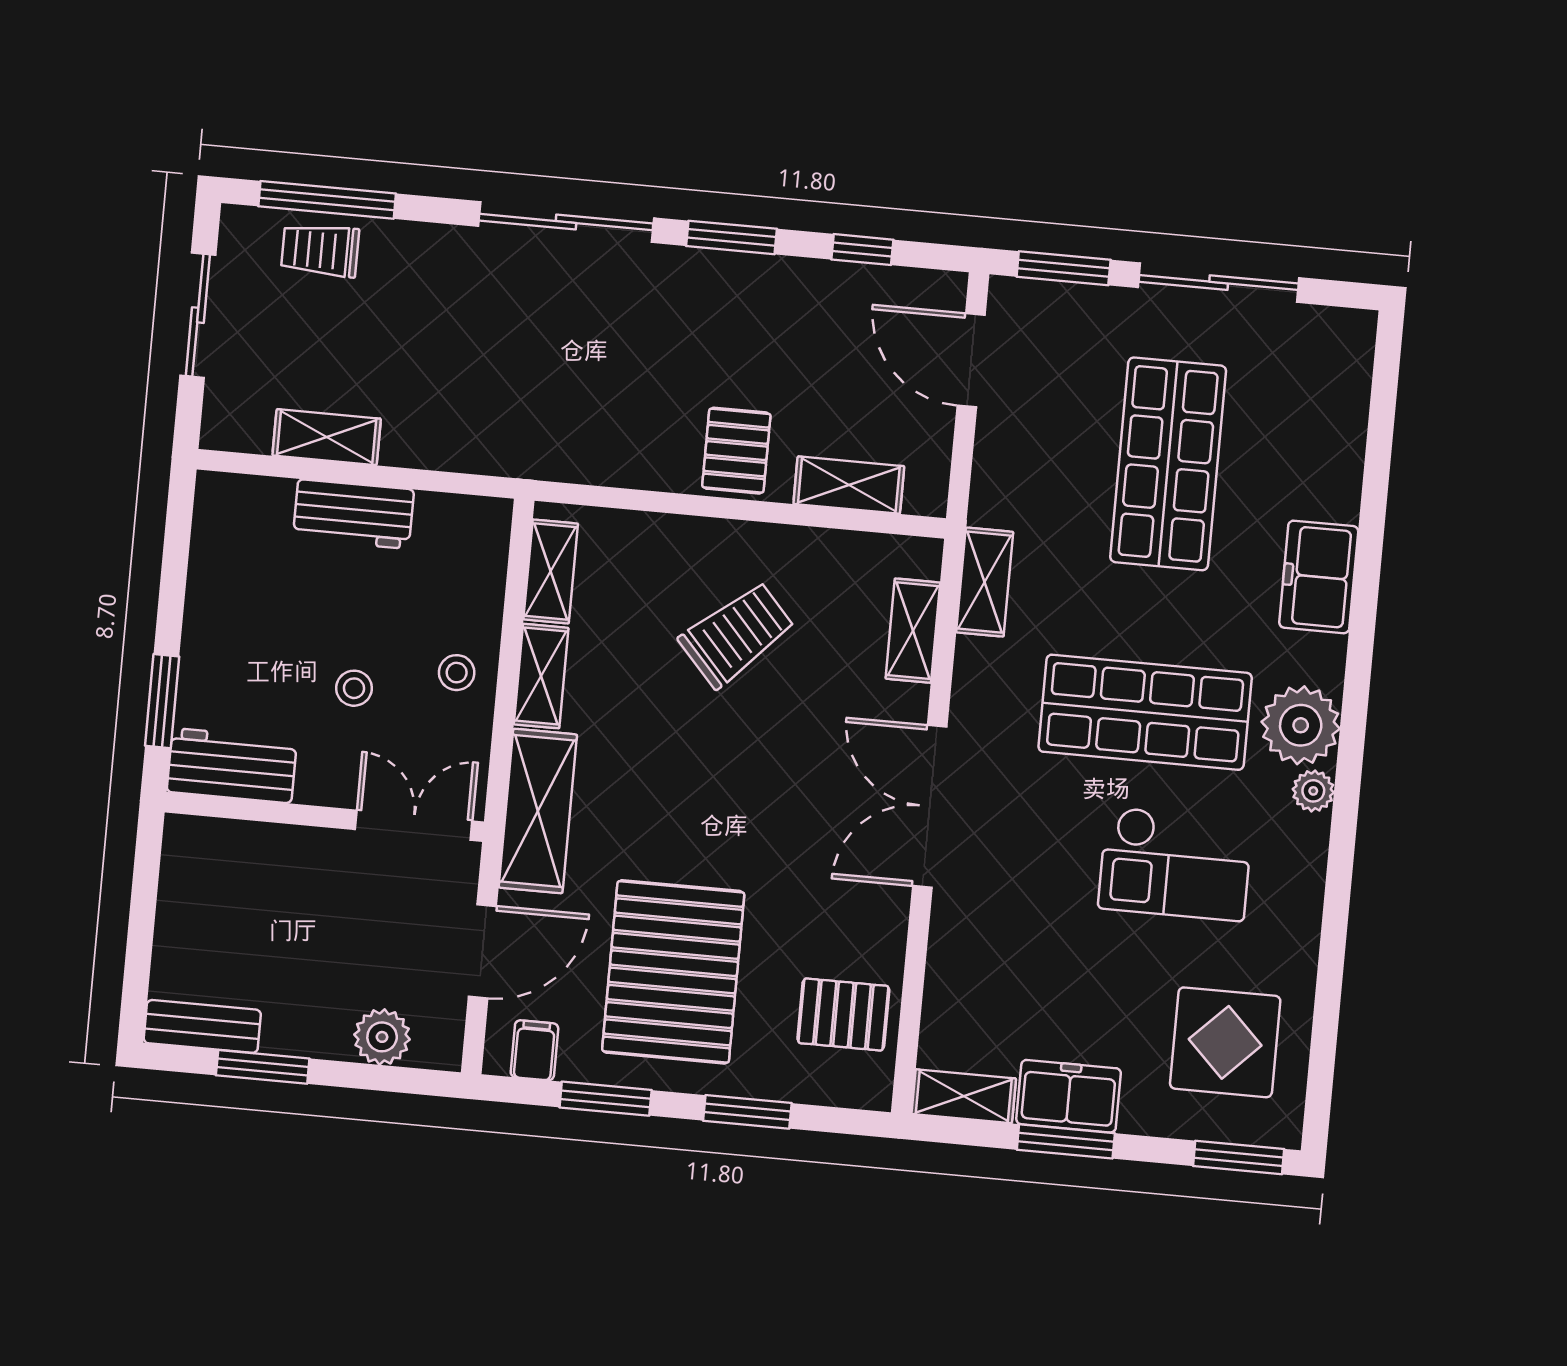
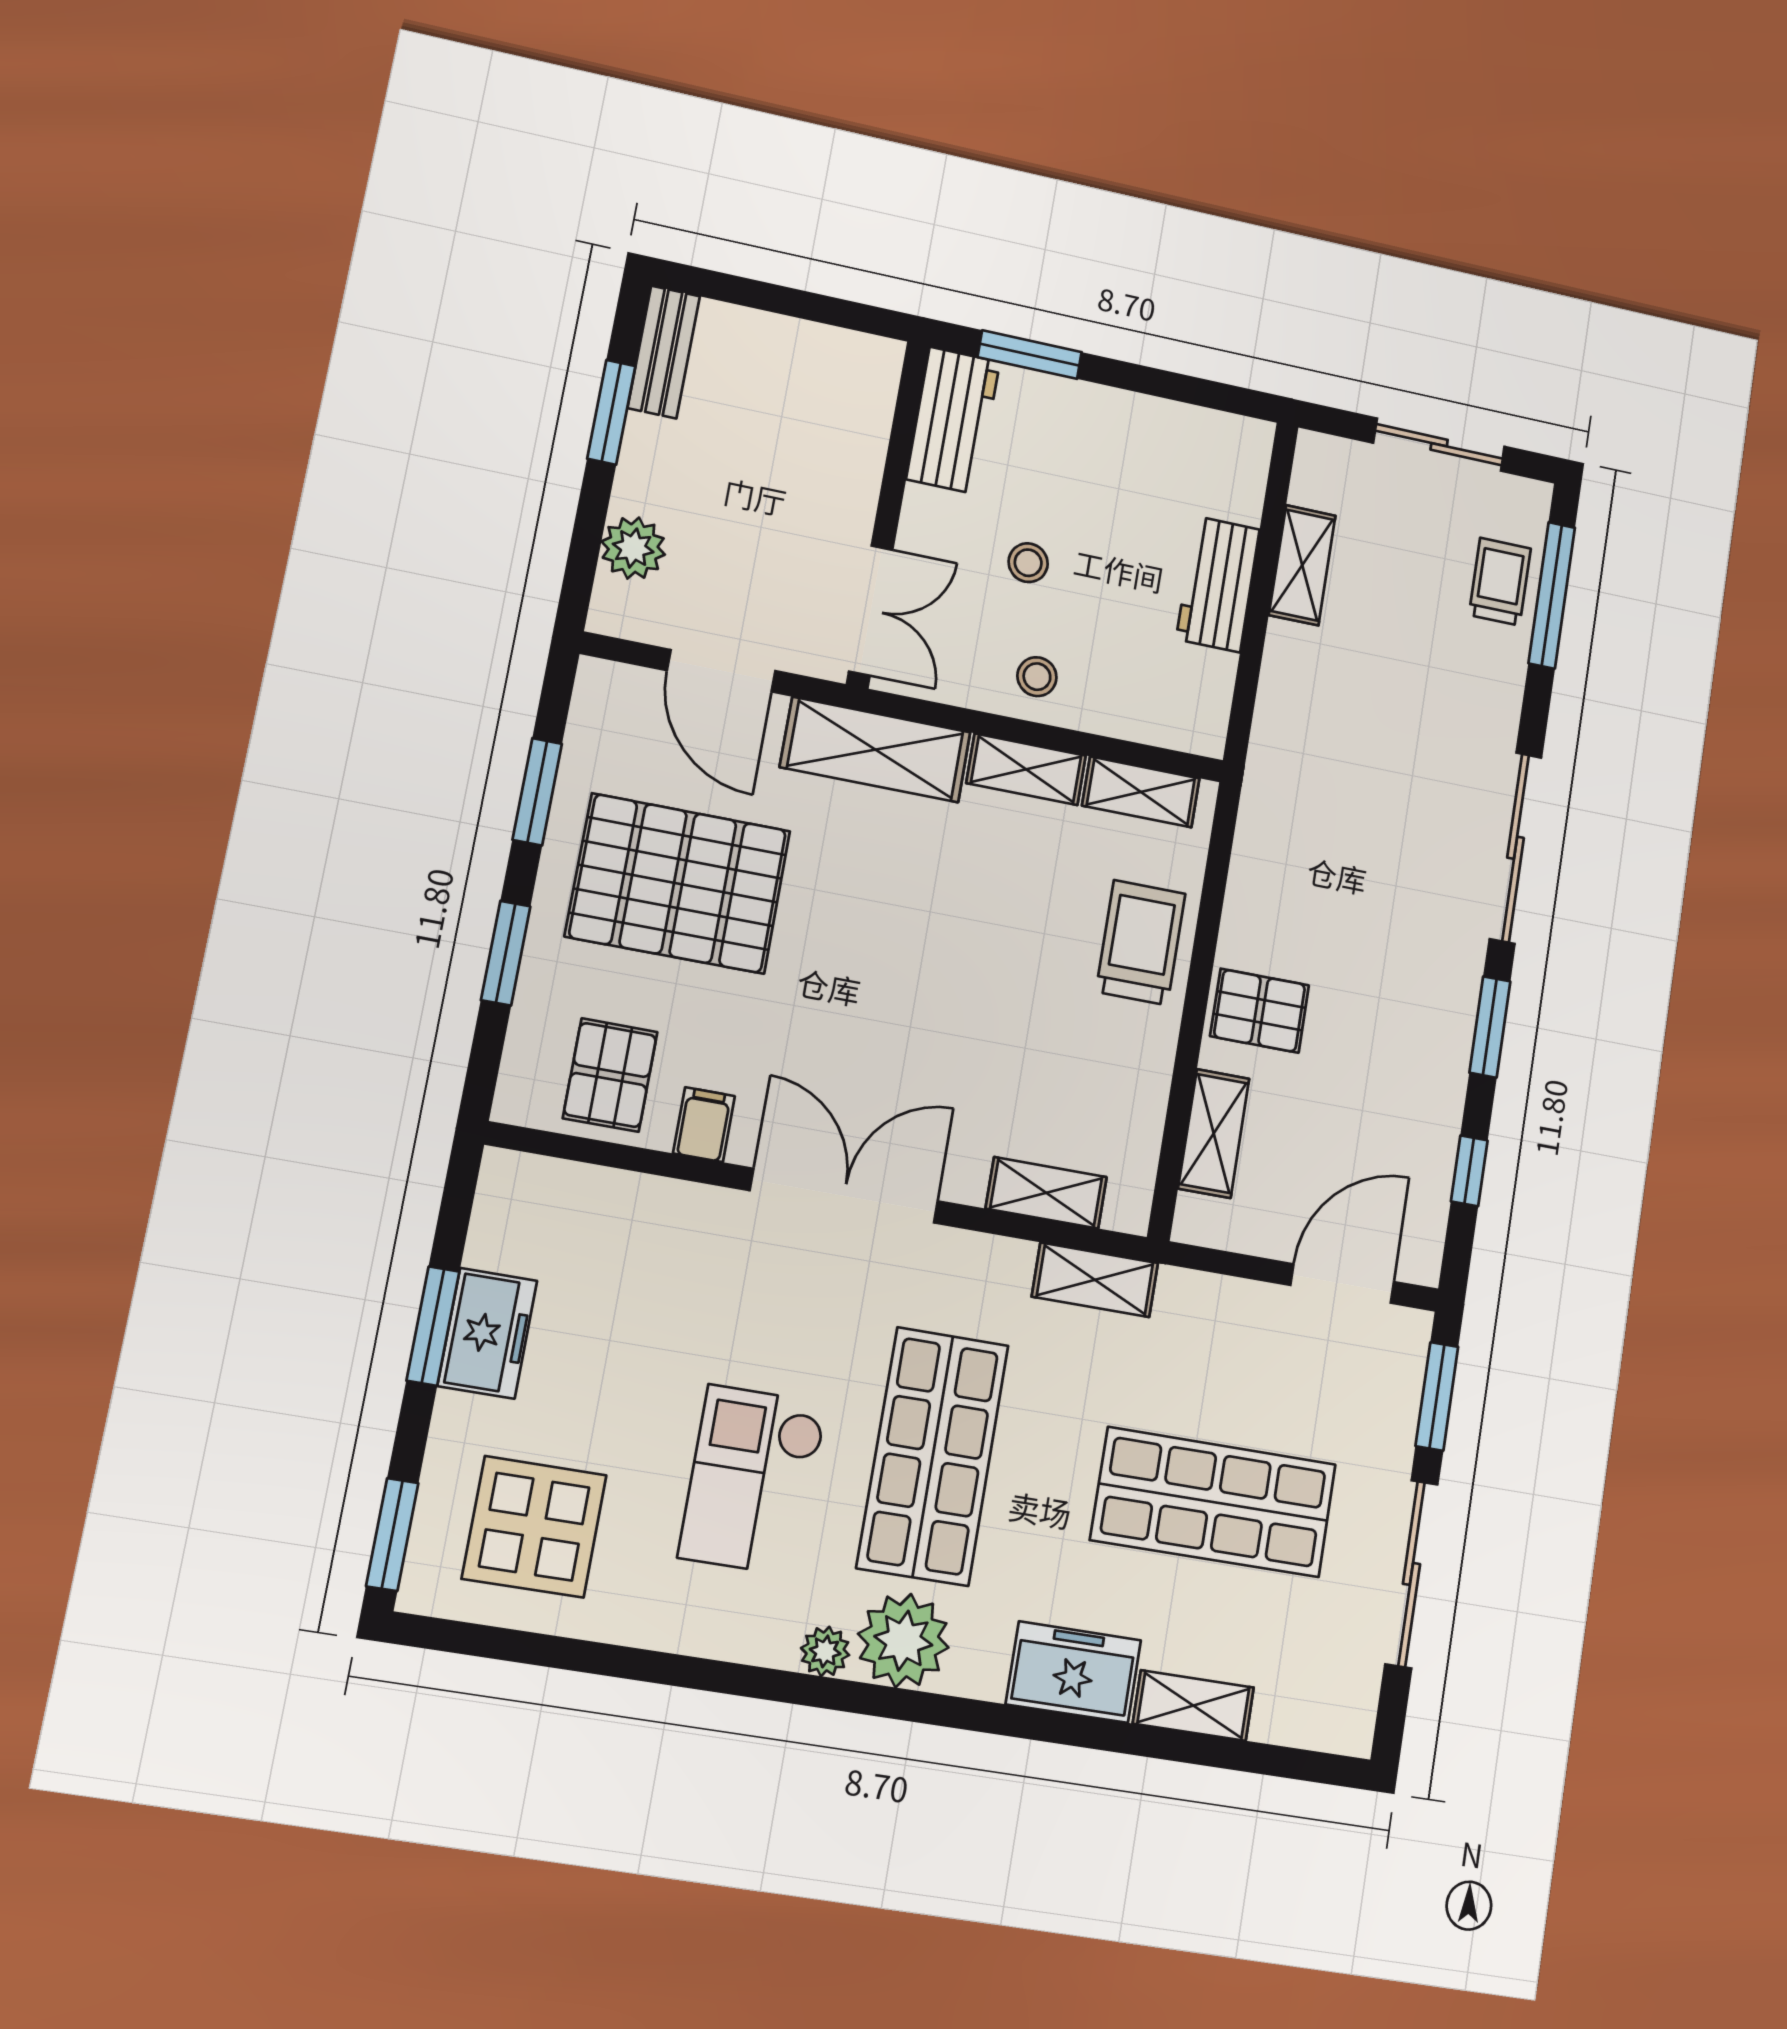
trolley: (737, 634) -> (1141, 943), moved, turned -138
filing cabinet: (534, 1050) -> (704, 1125), moved, turned -90
shelving: (964, 1096) -> (1193, 1706), moved, turned 90

